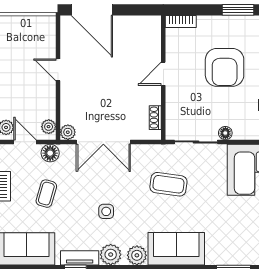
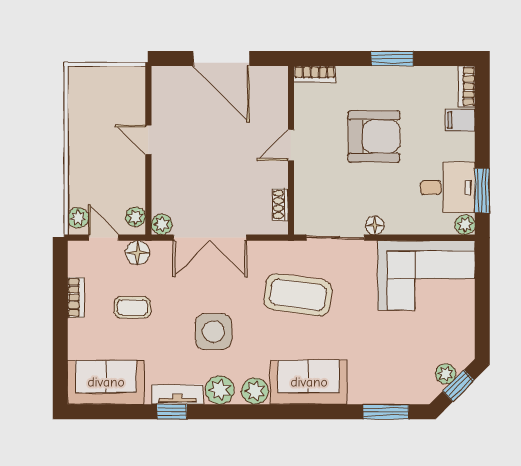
door: (92, 10) -> (221, 59), moved
armchair: (225, 67) -> (374, 137), turned -90
coffee table: (168, 184) -> (298, 295), width x1.36, depth x1.32
coffee table: (46, 194) -> (133, 307), turned 74
side table: (106, 211) -> (214, 332), width x1.87, depth x1.87

